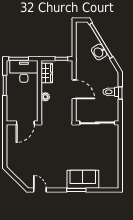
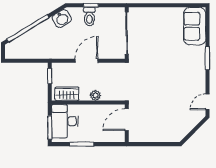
washbasin: (99, 52) -> (62, 19), moved
door: (25, 123) -> (127, 120), swing flipped
sofa: (83, 179) -> (195, 26), moved

